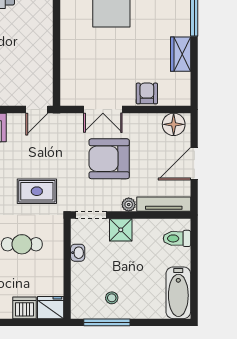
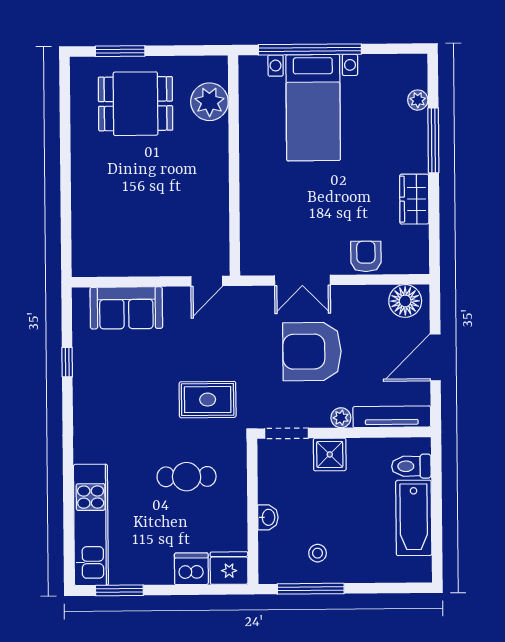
washbasin: (78, 253) -> (268, 517), moved
bathtub: (178, 293) -> (414, 518), moved

